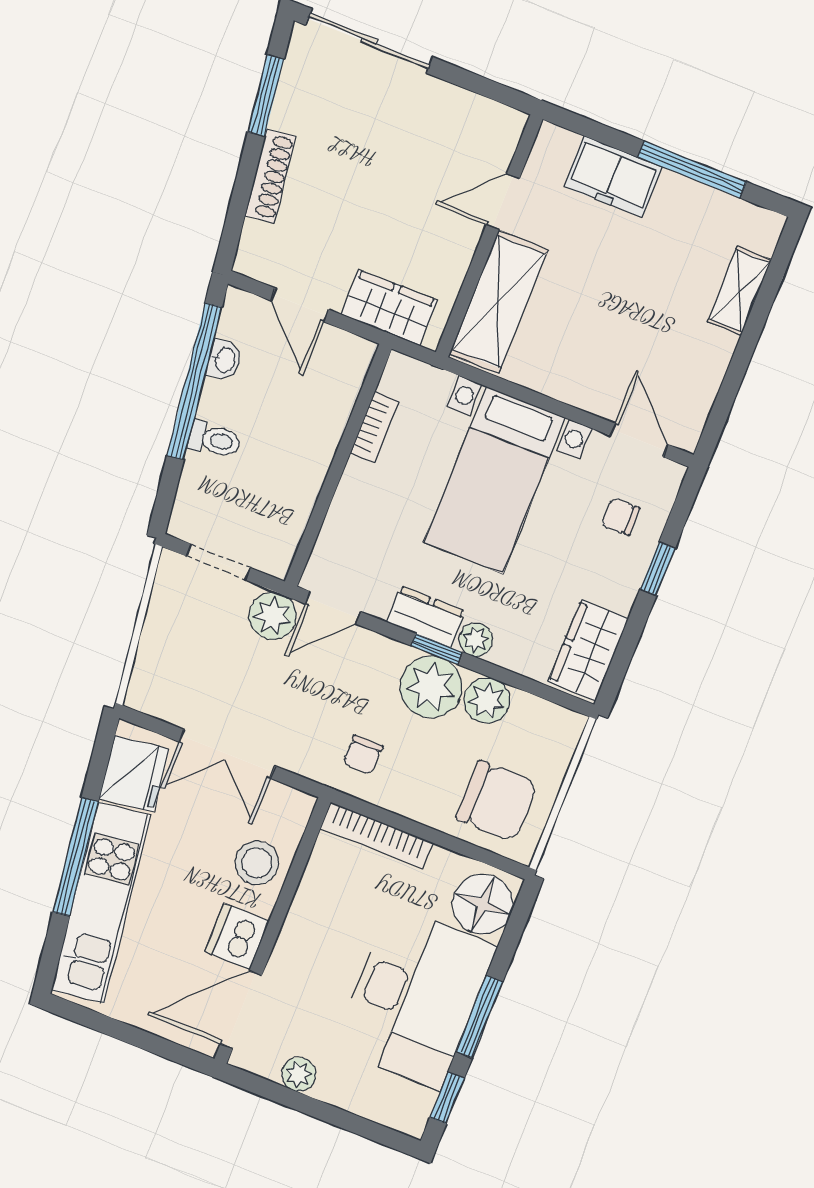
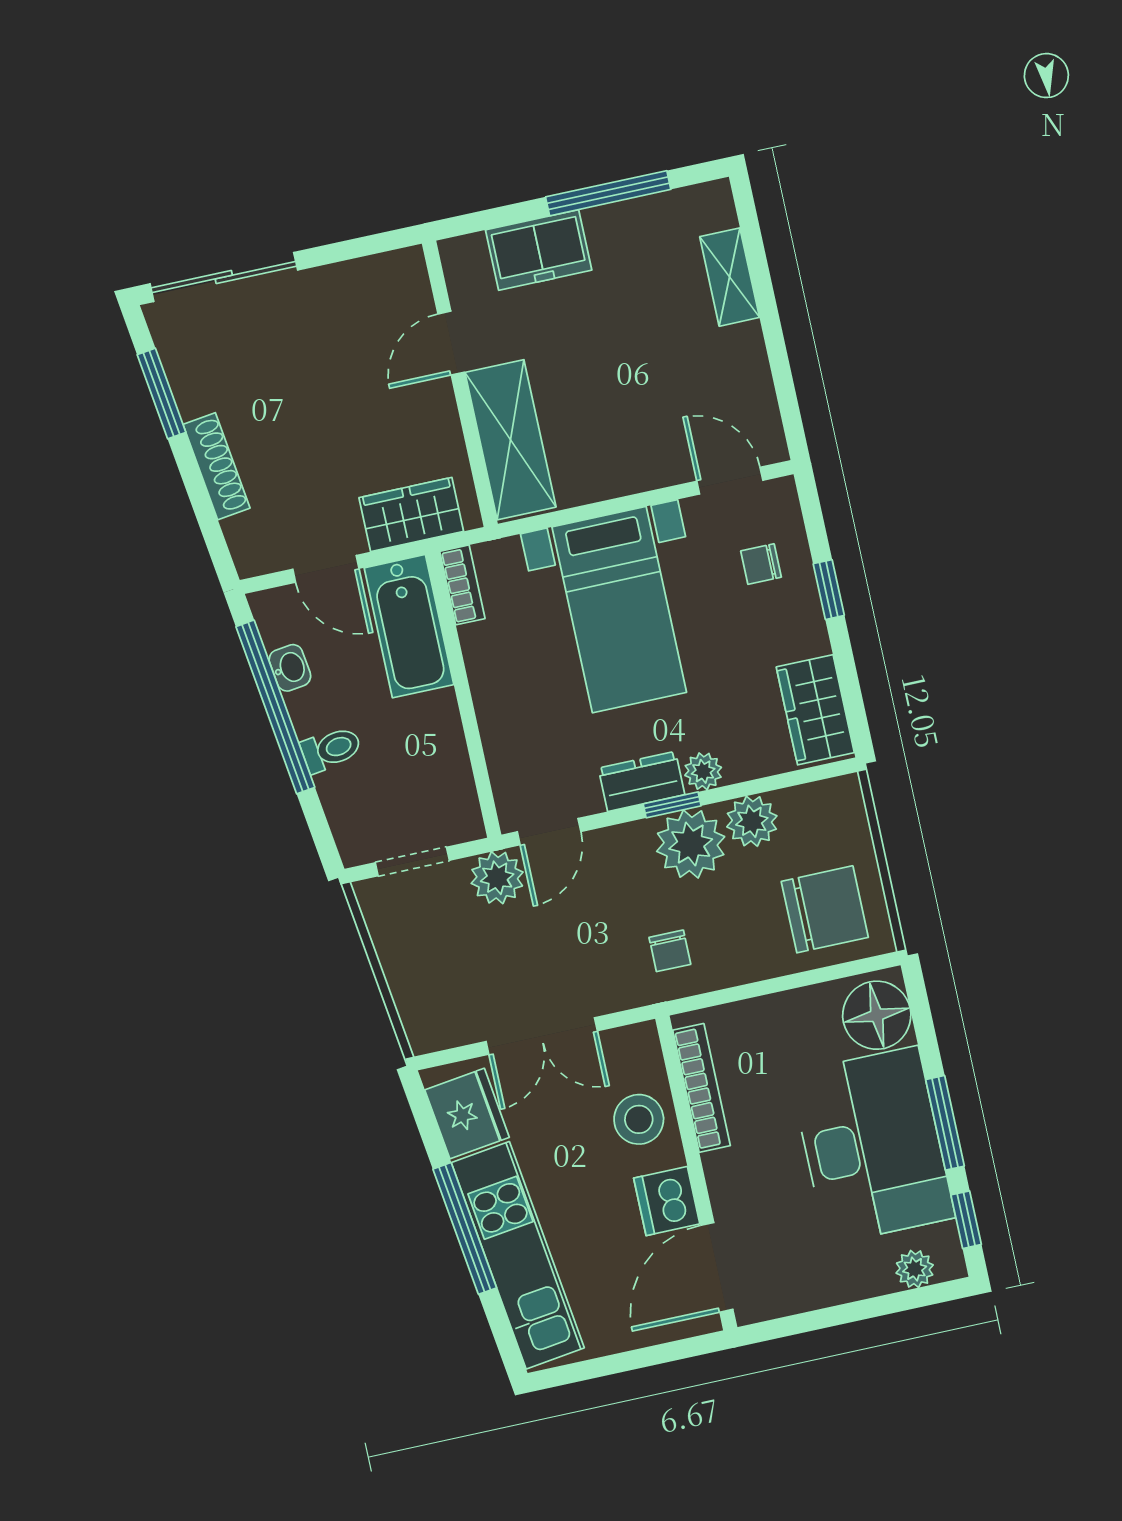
bathtub: (332, 388) -> (409, 626), added
bookcase: (375, 427) -> (462, 585), moved
bookcase: (377, 836) -> (702, 1088), moved, turned -90
plant: (299, 1074) -> (915, 1269), moved

